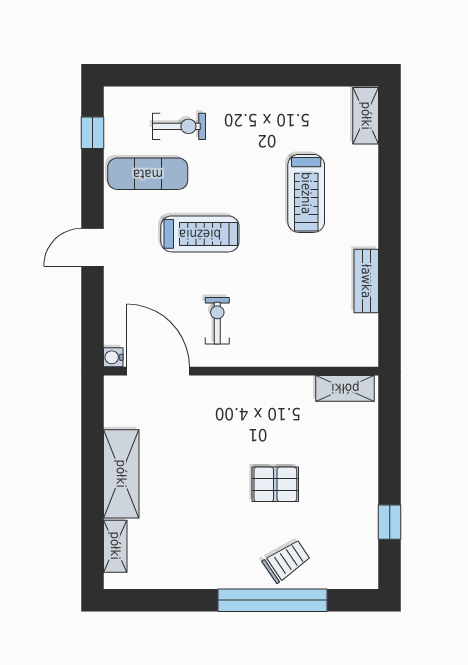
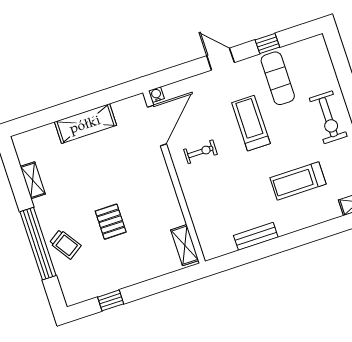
exercise bike: (179, 126) -> (328, 117), moved, width x1.38, depth x1.39
window: (92, 133) -> (267, 44), moved
treadmill: (200, 234) -> (251, 123), turned 180
shelving: (115, 546) -> (33, 180), moved, turned 90

